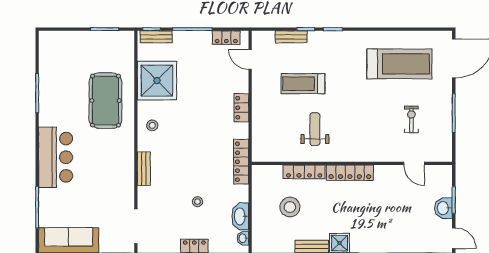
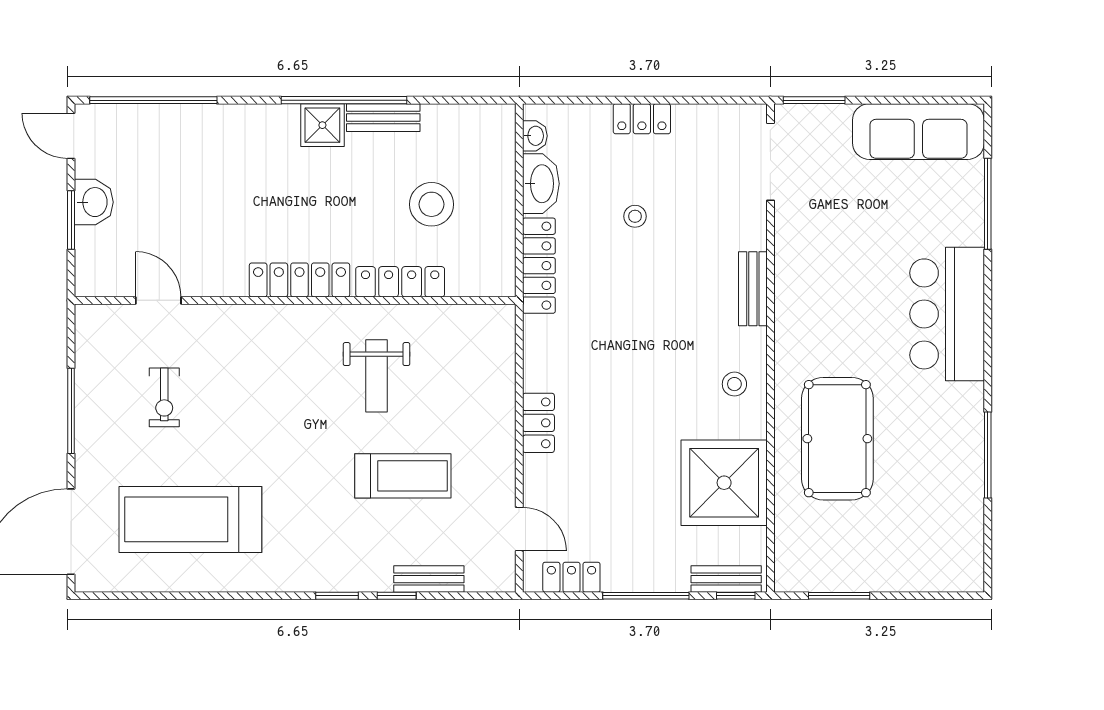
locker: (241, 162) -> (539, 266), moved

